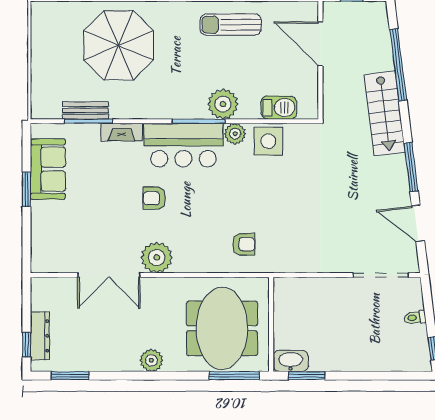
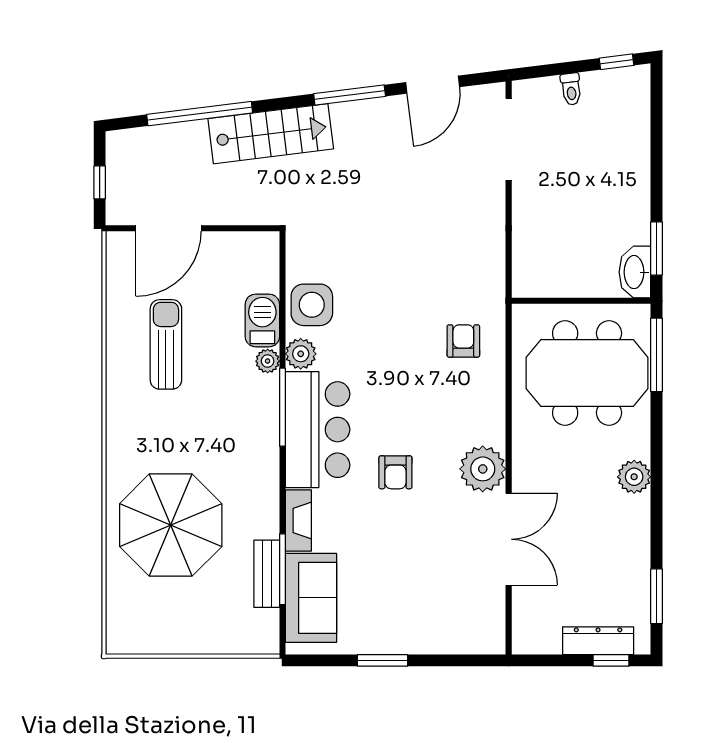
sun lounger: (231, 25) -> (166, 344), moved, turned 180
plant: (223, 104) -> (268, 361), width x0.53, depth x0.53
barbecue: (279, 108) -> (262, 320), moved
sofa: (48, 169) -> (311, 598), moved, turned 90

